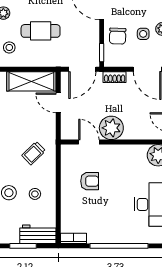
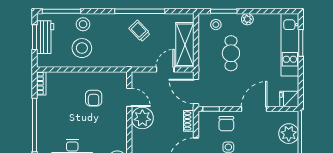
chair: (118, 36) -> (226, 124), turned -92
door: (89, 142) -> (129, 97), hinge flipped
trolley: (34, 153) -> (140, 31), moved
stool: (35, 194) -> (82, 48), width x1.89, depth x1.89
workbench: (38, 234) -> (45, 37), moved

